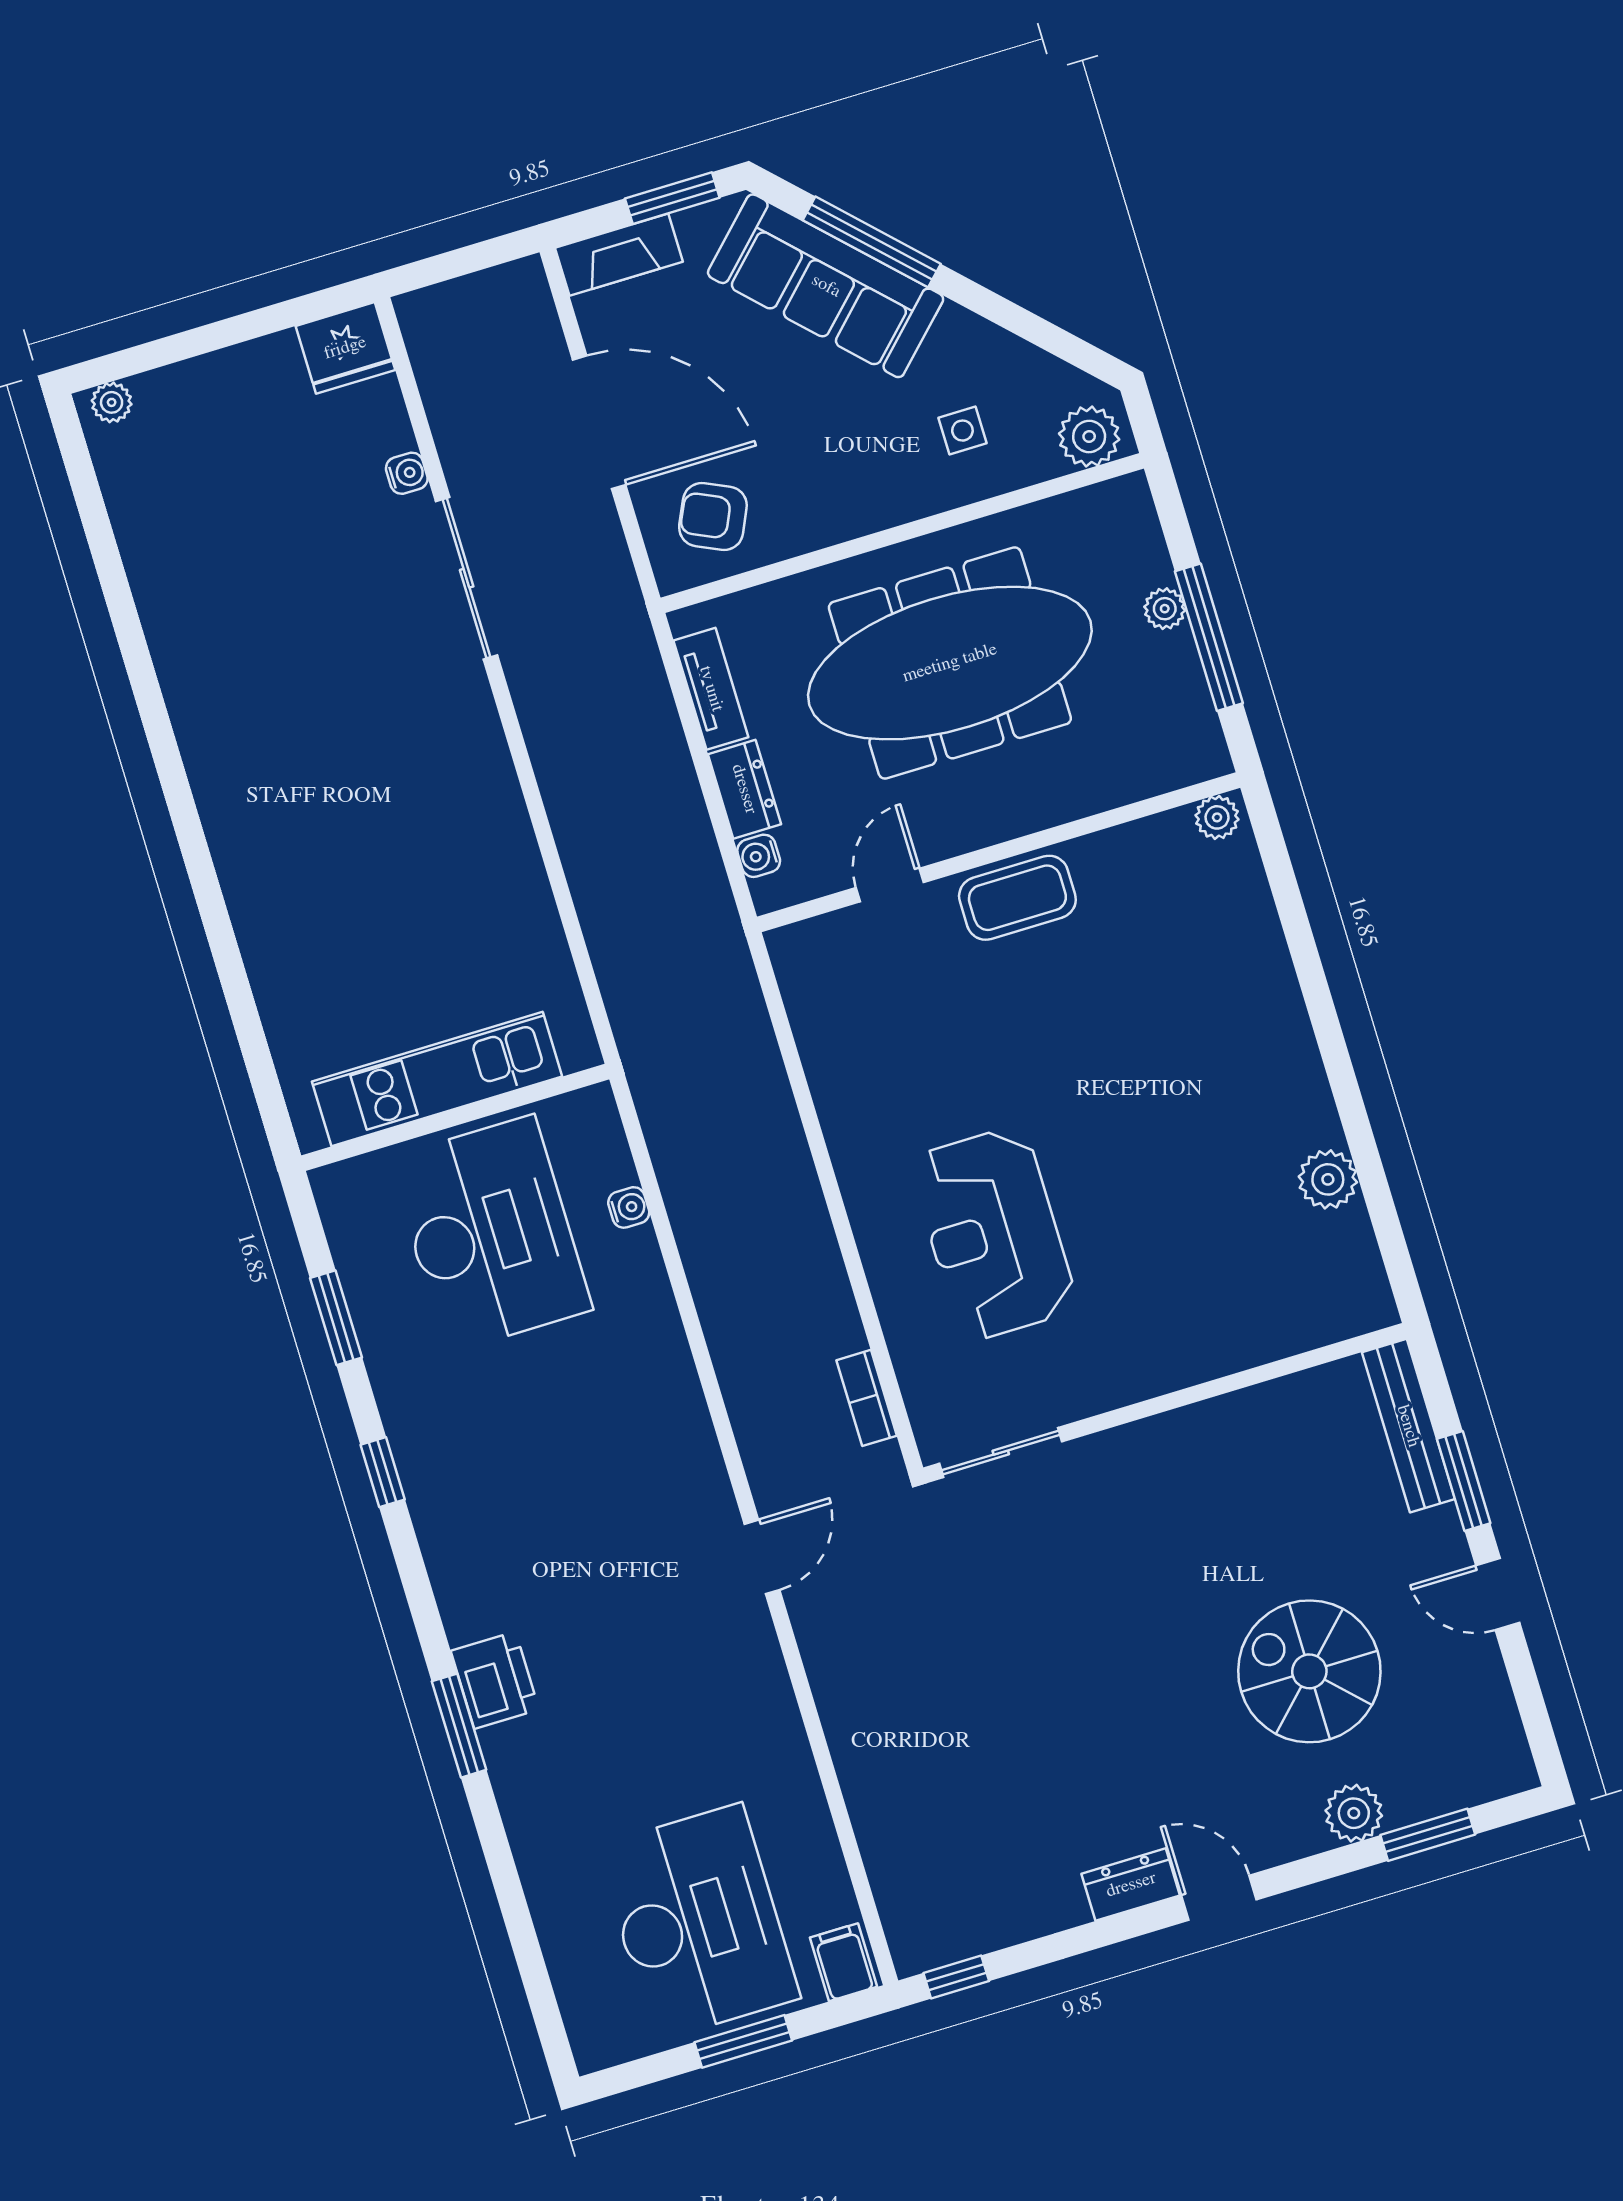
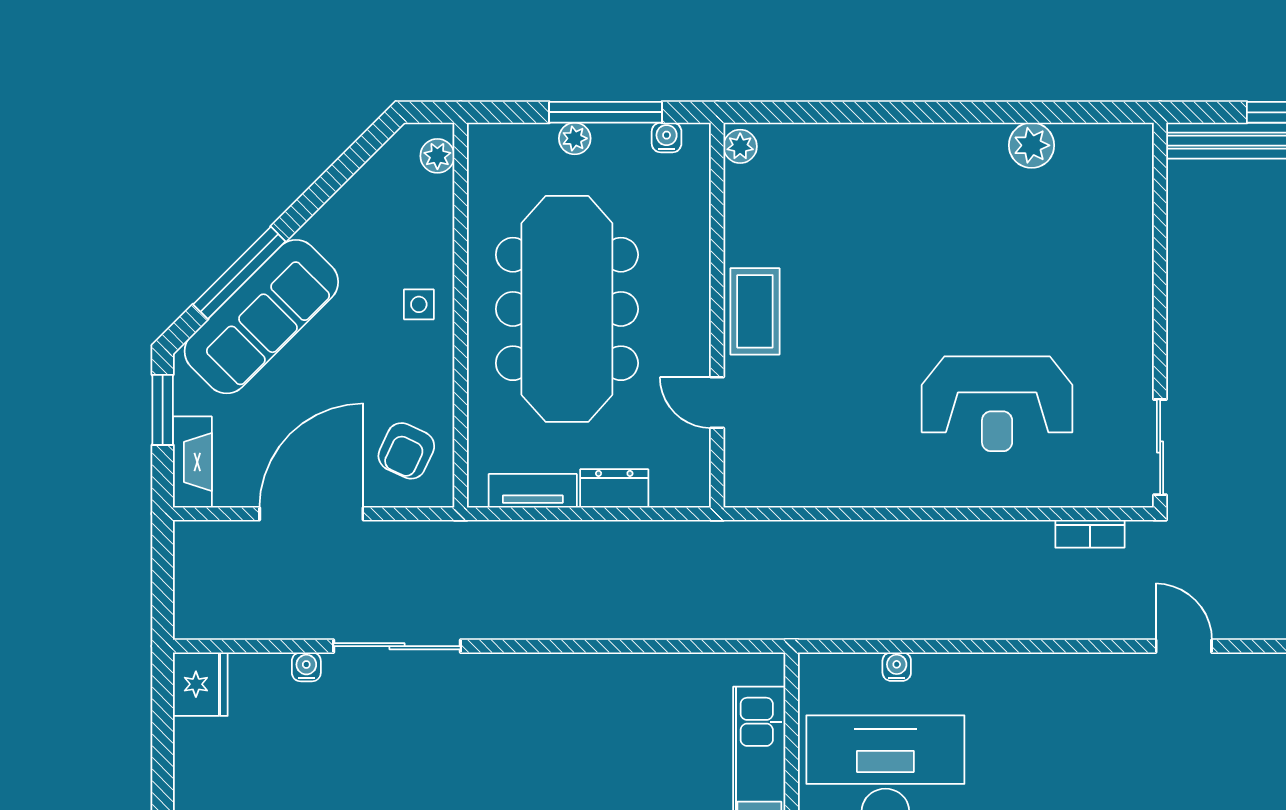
side table: (962, 431) -> (419, 304), moved
plant: (1089, 436) -> (437, 156), width x0.73, depth x0.73
water cooler: (759, 856) -> (667, 137), moved, turned 180

